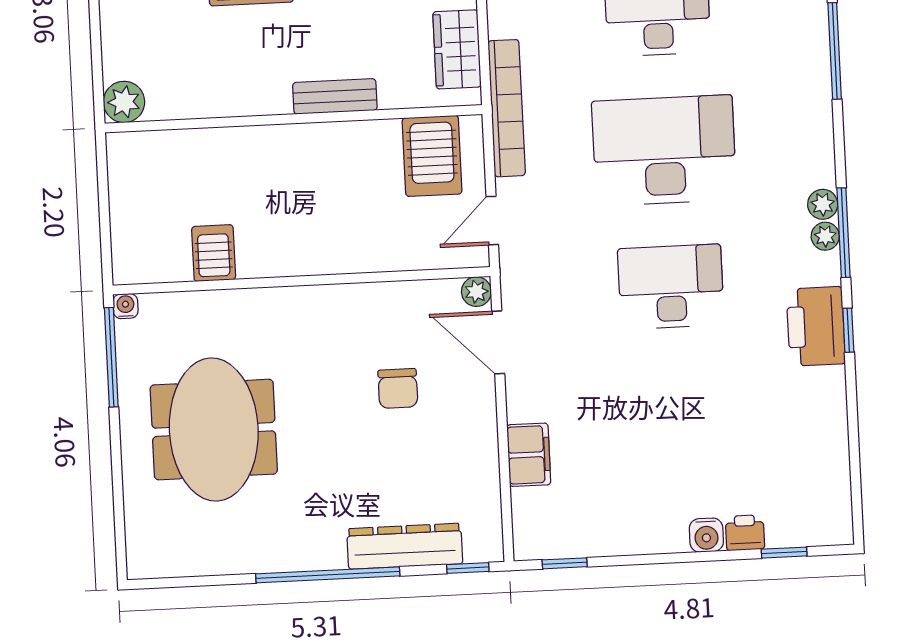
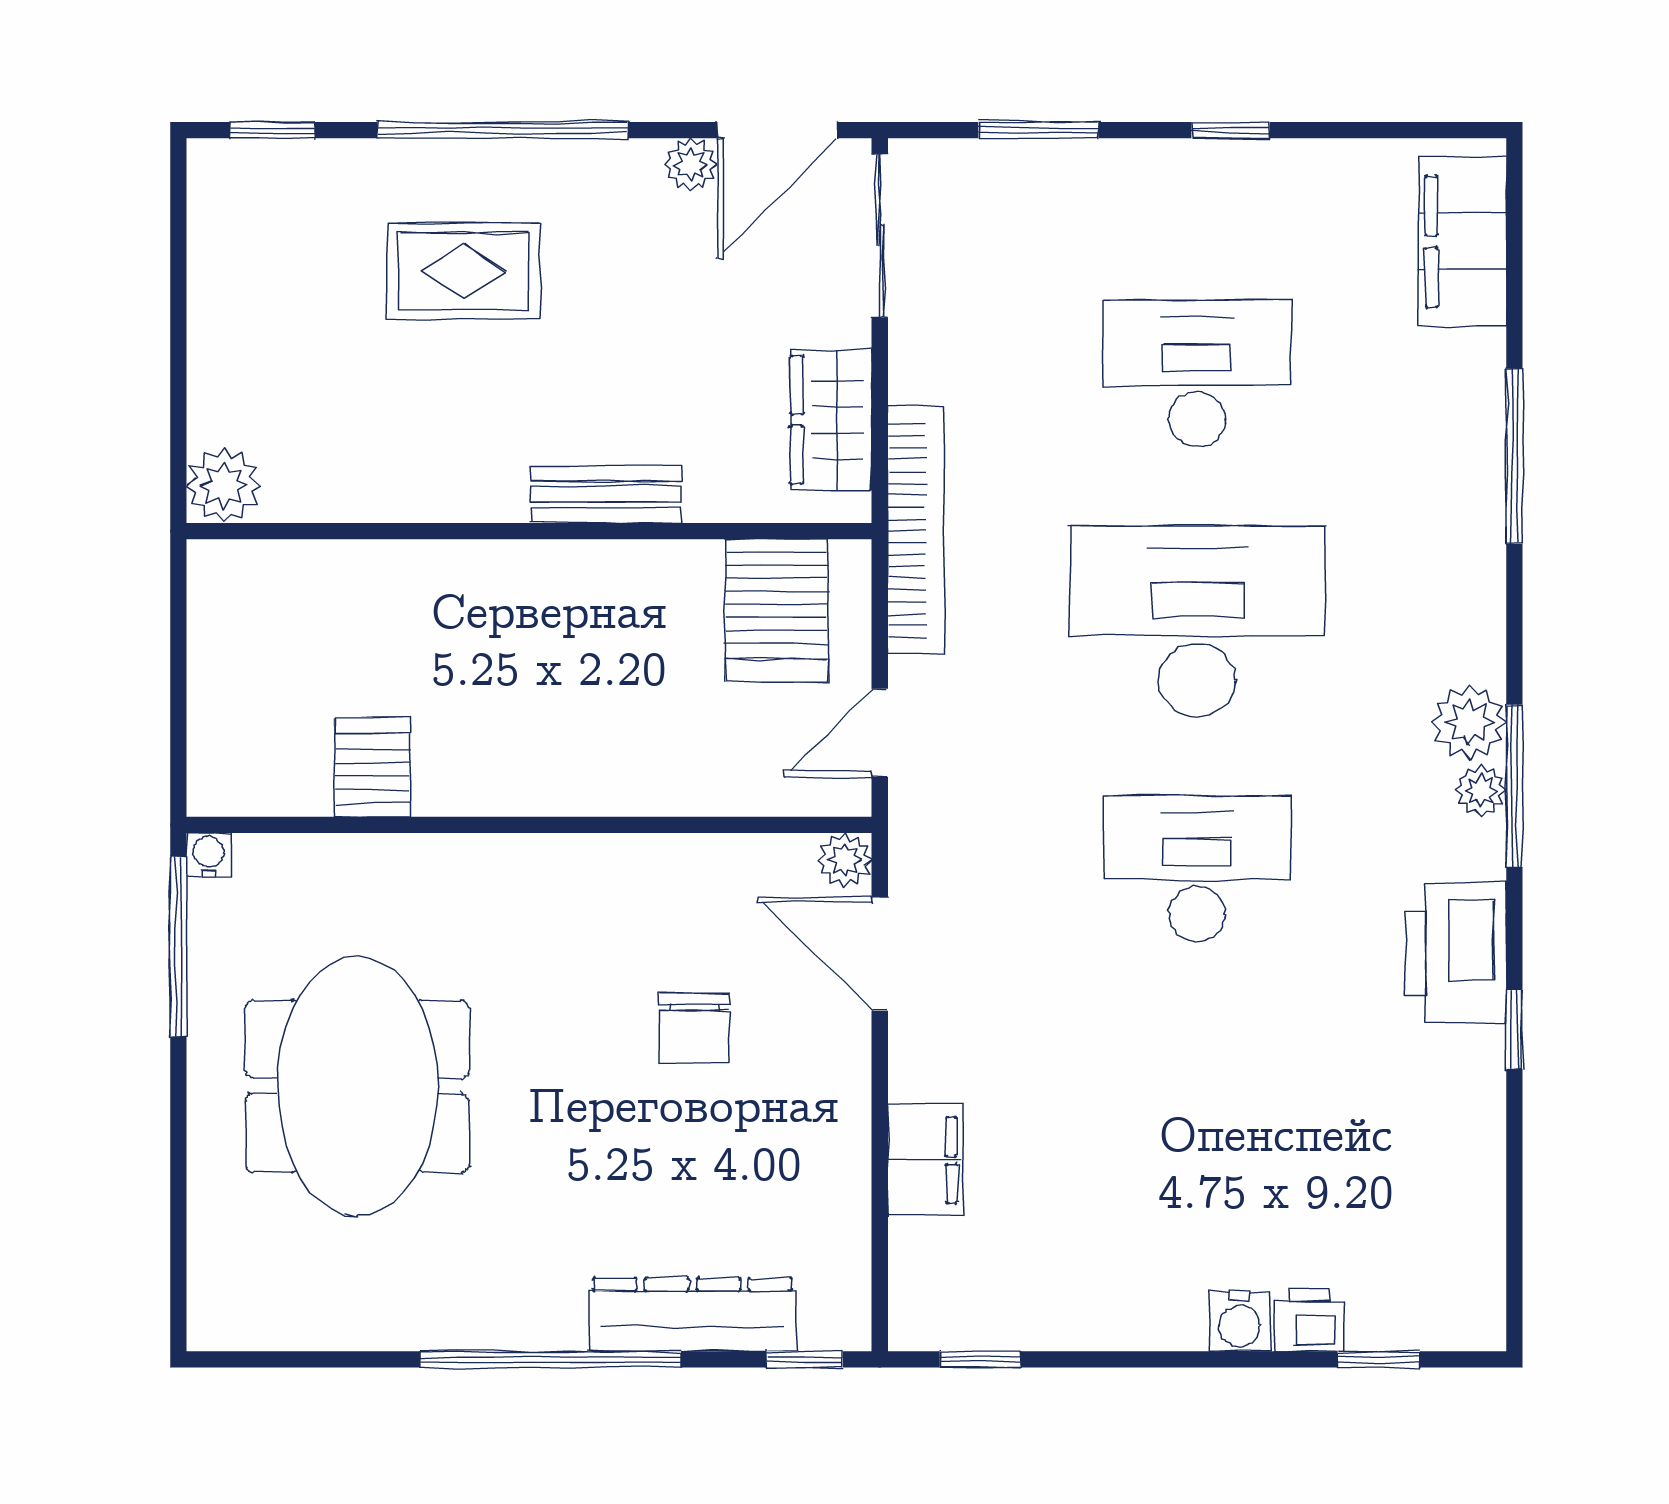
plant: (823, 204) -> (1469, 722), width x1.38, depth x1.38
window: (848, 330) -> (1514, 1029), moved

